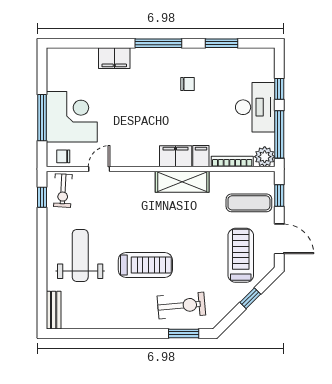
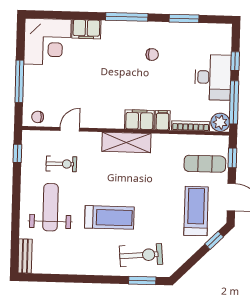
corner desk: (72, 117) -> (47, 42), moved, turned 90
shelving: (182, 182) -> (126, 142), moved
exercise bike: (63, 191) -> (61, 164), moved, turned -93
window: (250, 298) -> (214, 240), moved

